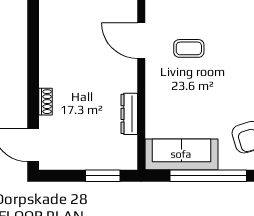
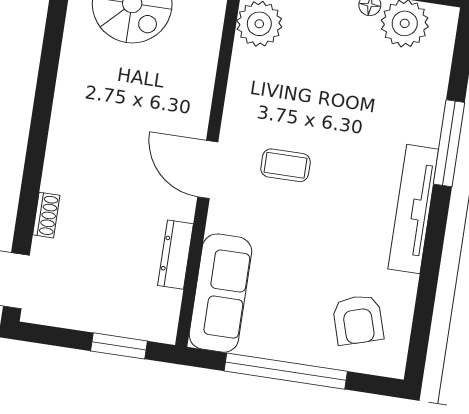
door: (141, 41) -> (208, 170), moved
sofa: (181, 154) -> (220, 293), moved, turned 90

